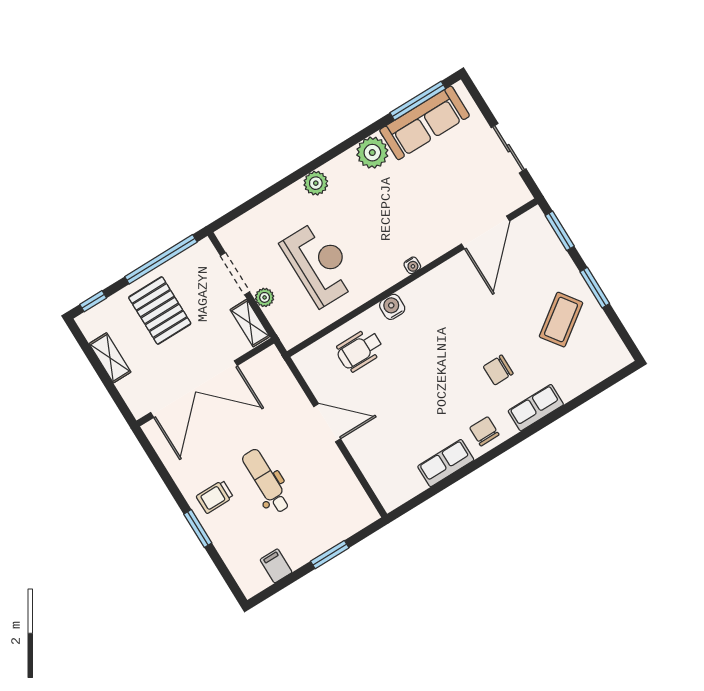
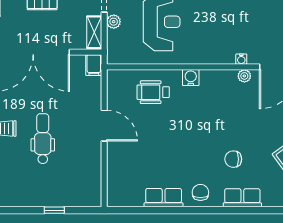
water cooler: (412, 265) -> (241, 59), moved
plant: (452, 267) -> (244, 76), added
window: (330, 555) -> (54, 210), width x0.67
filing cabinet: (276, 566) -> (94, 65), moved, turned 180

